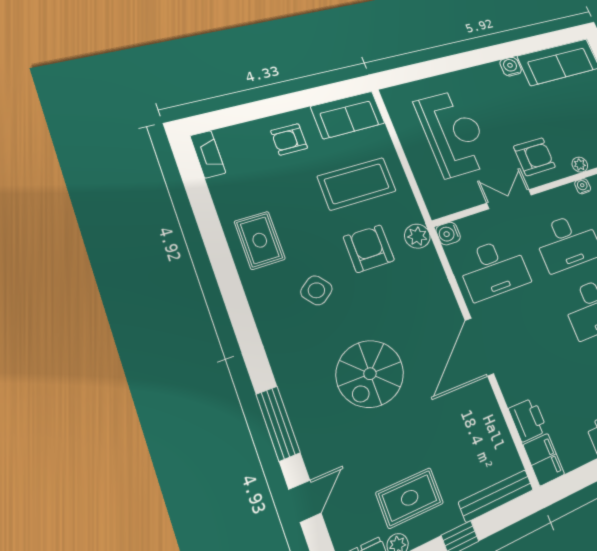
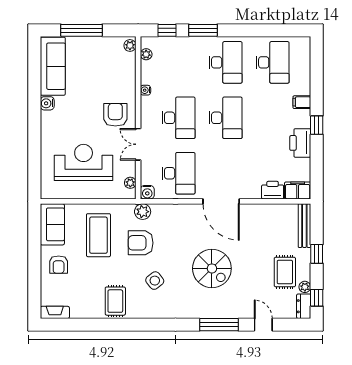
plant: (580, 165) -> (130, 183), moved
rug: (260, 240) -> (115, 301), turned 90

